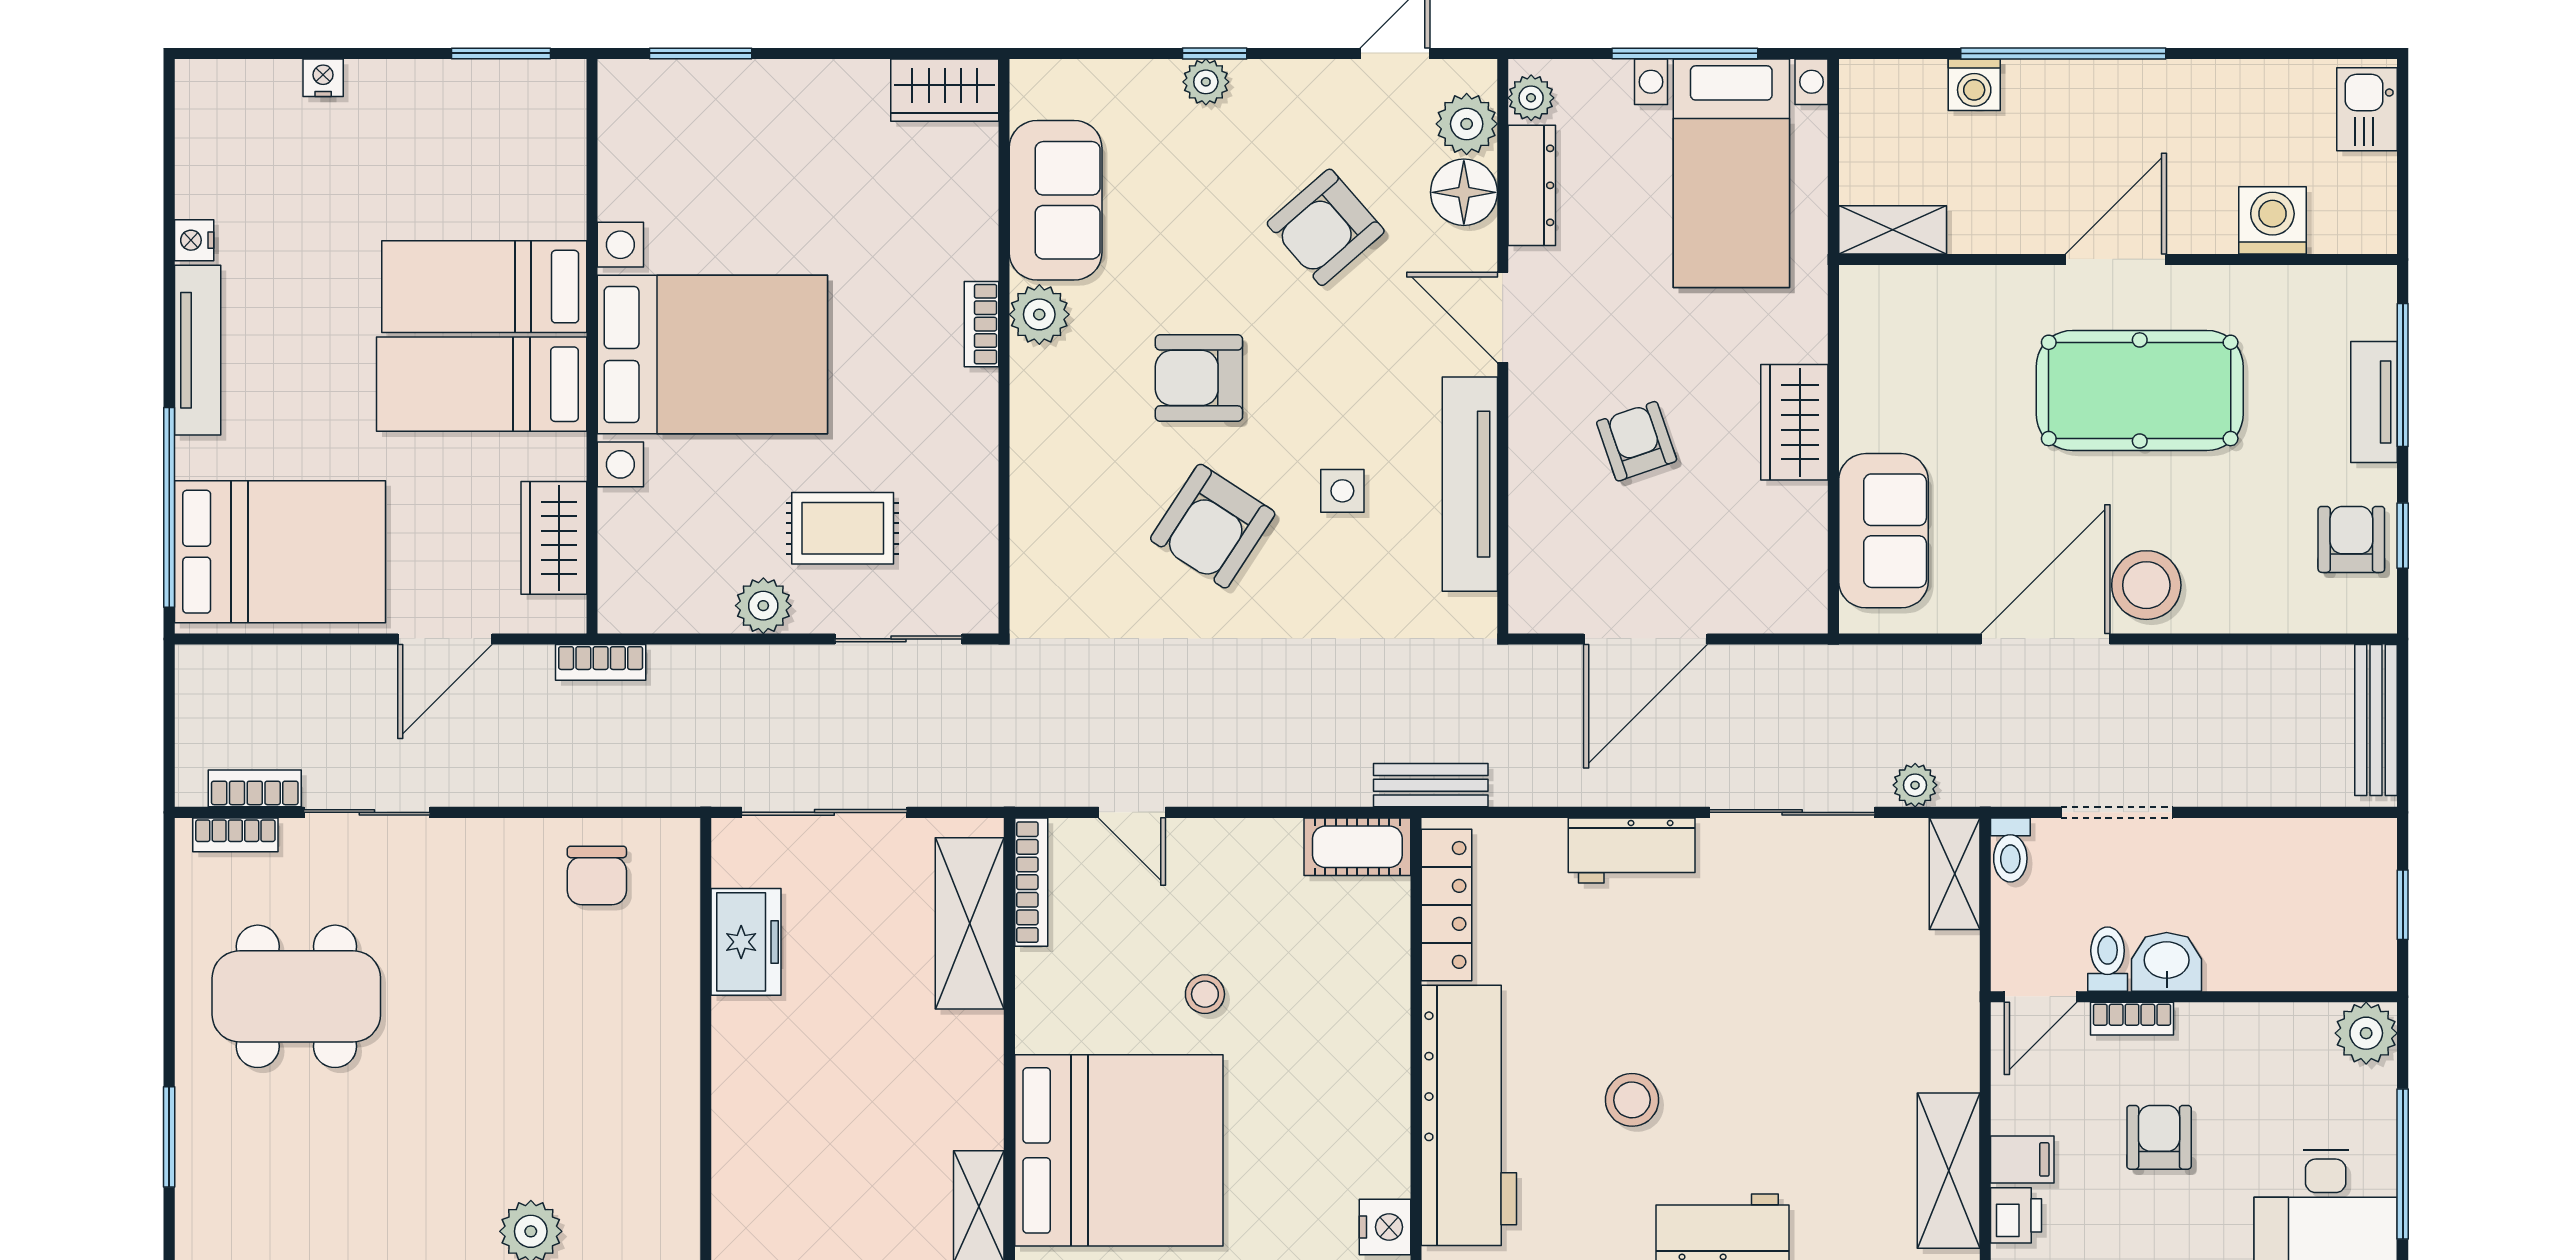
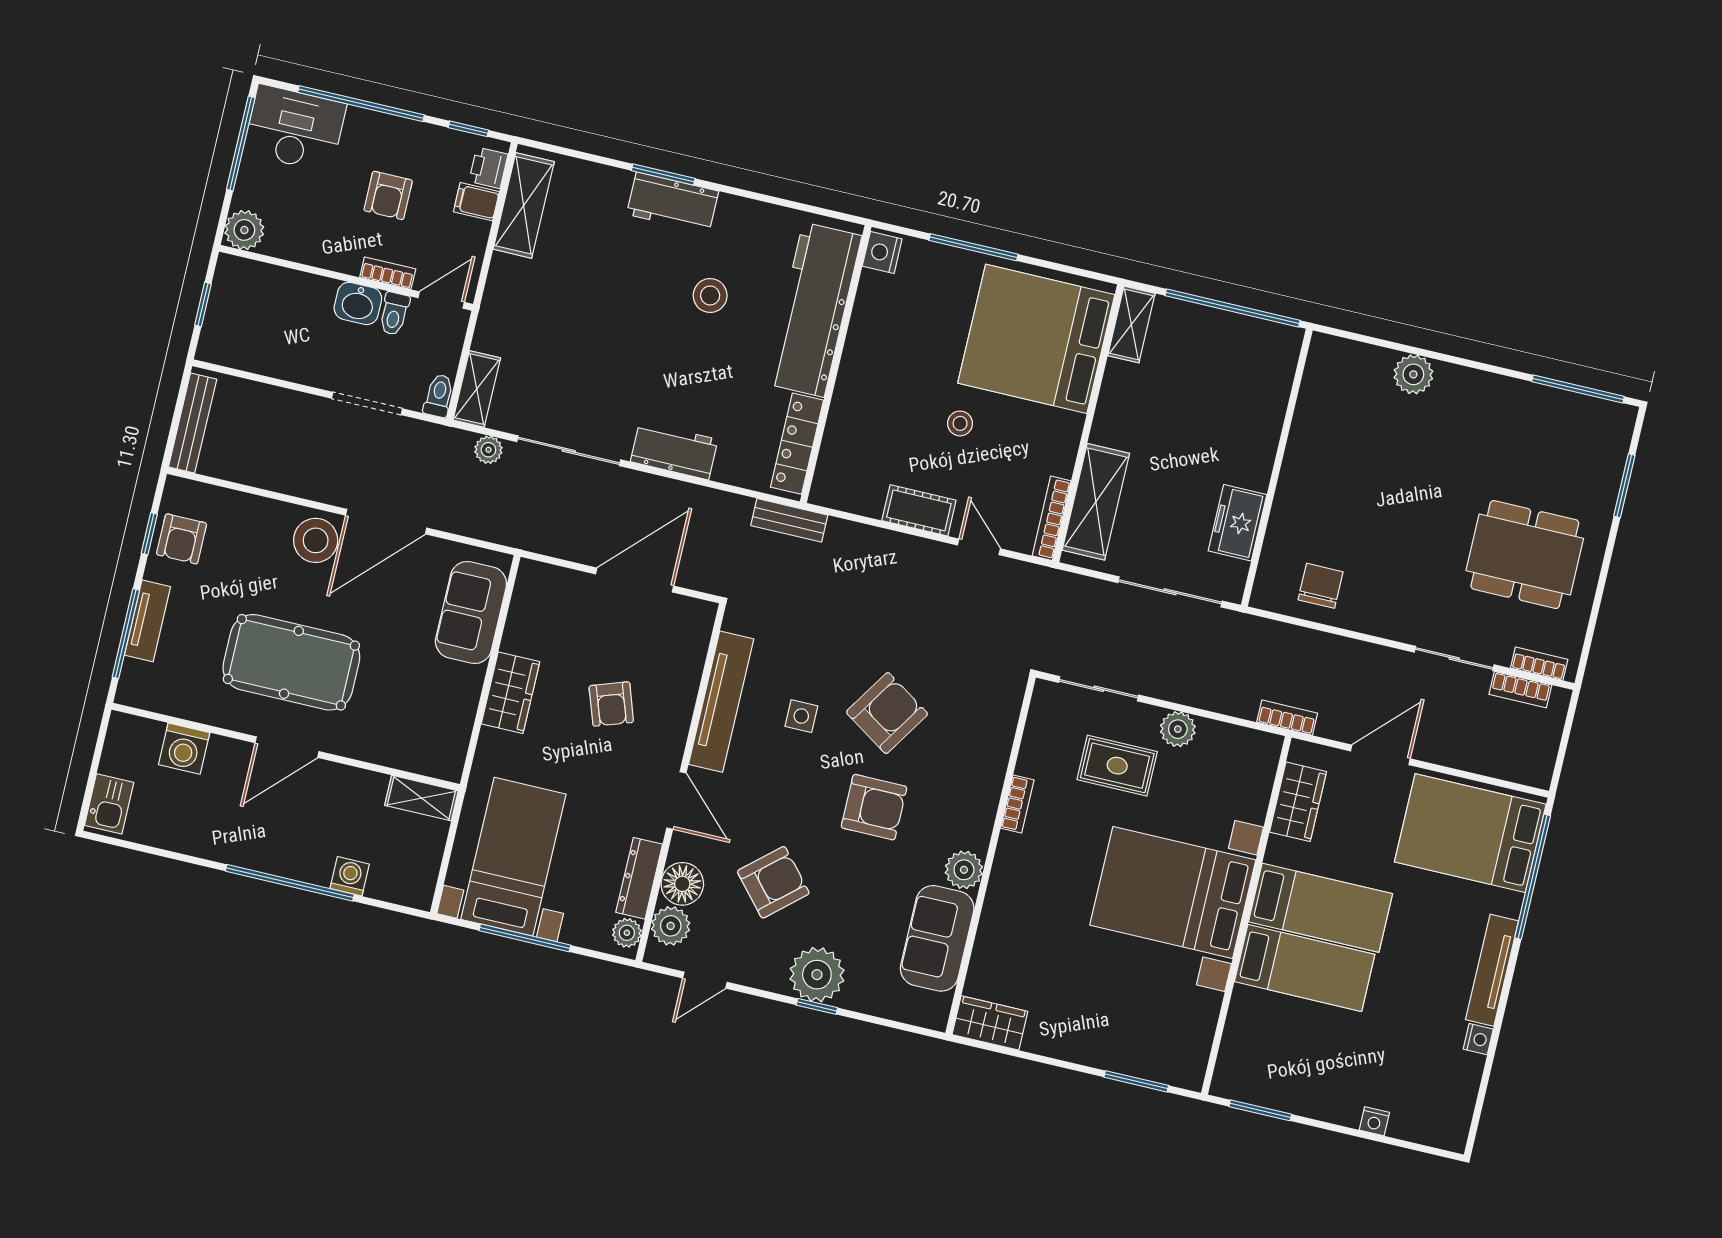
plant: (1206, 82) -> (817, 975), width x1.87, depth x1.87
bookcase: (981, 324) -> (1017, 804), moved
cot: (1357, 847) -> (919, 510), moved

